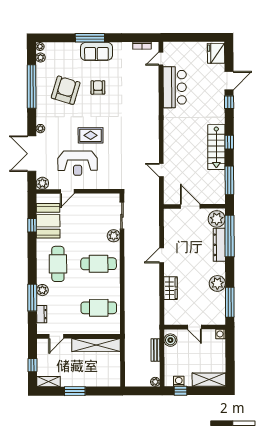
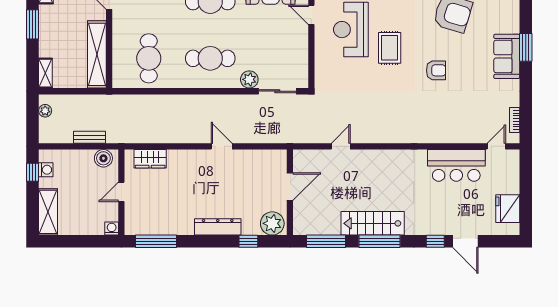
window: (90, 38) -> (526, 47), width x0.69
fridge: (216, 53) -> (508, 209), moved, turned -90
door: (161, 59) -> (496, 146), hinge flipped
armchair: (98, 87) -> (436, 70), moved
window: (229, 142) -> (379, 241), width x2.17
window: (230, 236) -> (248, 241), width x0.32
dresser: (219, 245) -> (218, 227), moved
cafe table: (99, 264) -> (210, 58), turned 90
plant: (217, 283) -> (182, 224), removed
wardrobe: (171, 288) -> (150, 159), moved
shelving: (110, 382) -> (45, 73), added
plant: (155, 382) -> (45, 111), moved

